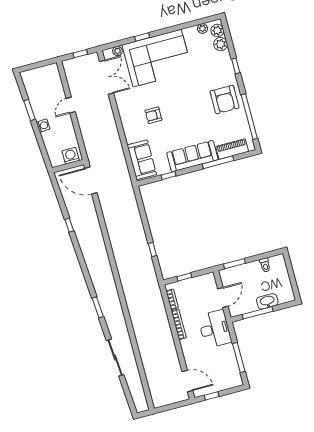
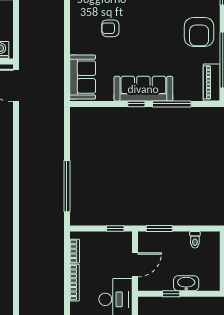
piano: (232, 149) -> (212, 82), moved, turned -90
window: (168, 175) -> (136, 104), moved
window: (152, 249) -> (67, 186), width x3.17
window: (184, 277) -> (115, 229), moved
window: (258, 313) -> (171, 294), width x0.46

